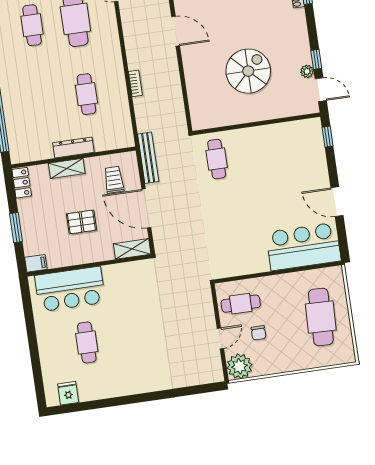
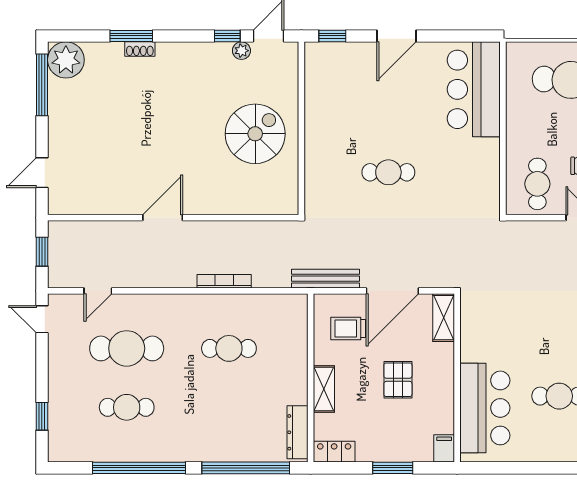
spiral stairs: (248, 71) -> (255, 134), moved, turned 90
bookcase: (135, 83) -> (224, 281), width x1.56
dresser: (73, 148) -> (297, 432), moved
cafe table: (217, 159) -> (388, 172), moved
door: (337, 202) -> (396, 36), moved

